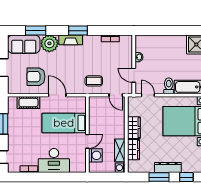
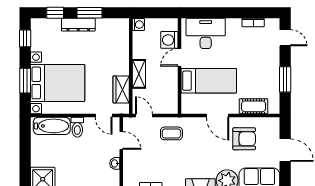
wardrobe: (134, 128) -> (121, 90), moved
shelving: (120, 150) -> (139, 74), moved
wardrobe: (133, 150) -> (122, 47), removed
desk: (54, 161) -> (206, 33), moved

